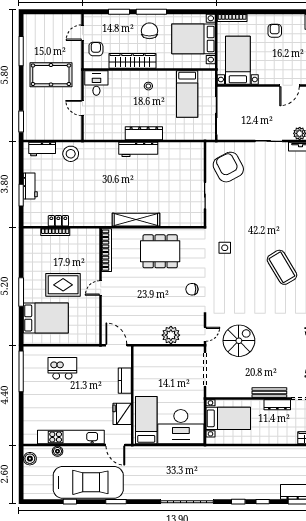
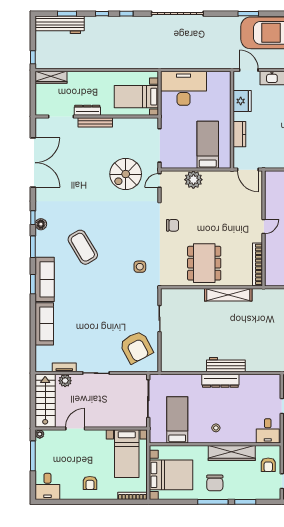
dining table: (160, 251) -> (204, 263), turned 90
bed: (146, 420) -> (208, 145), moved, turned 180

